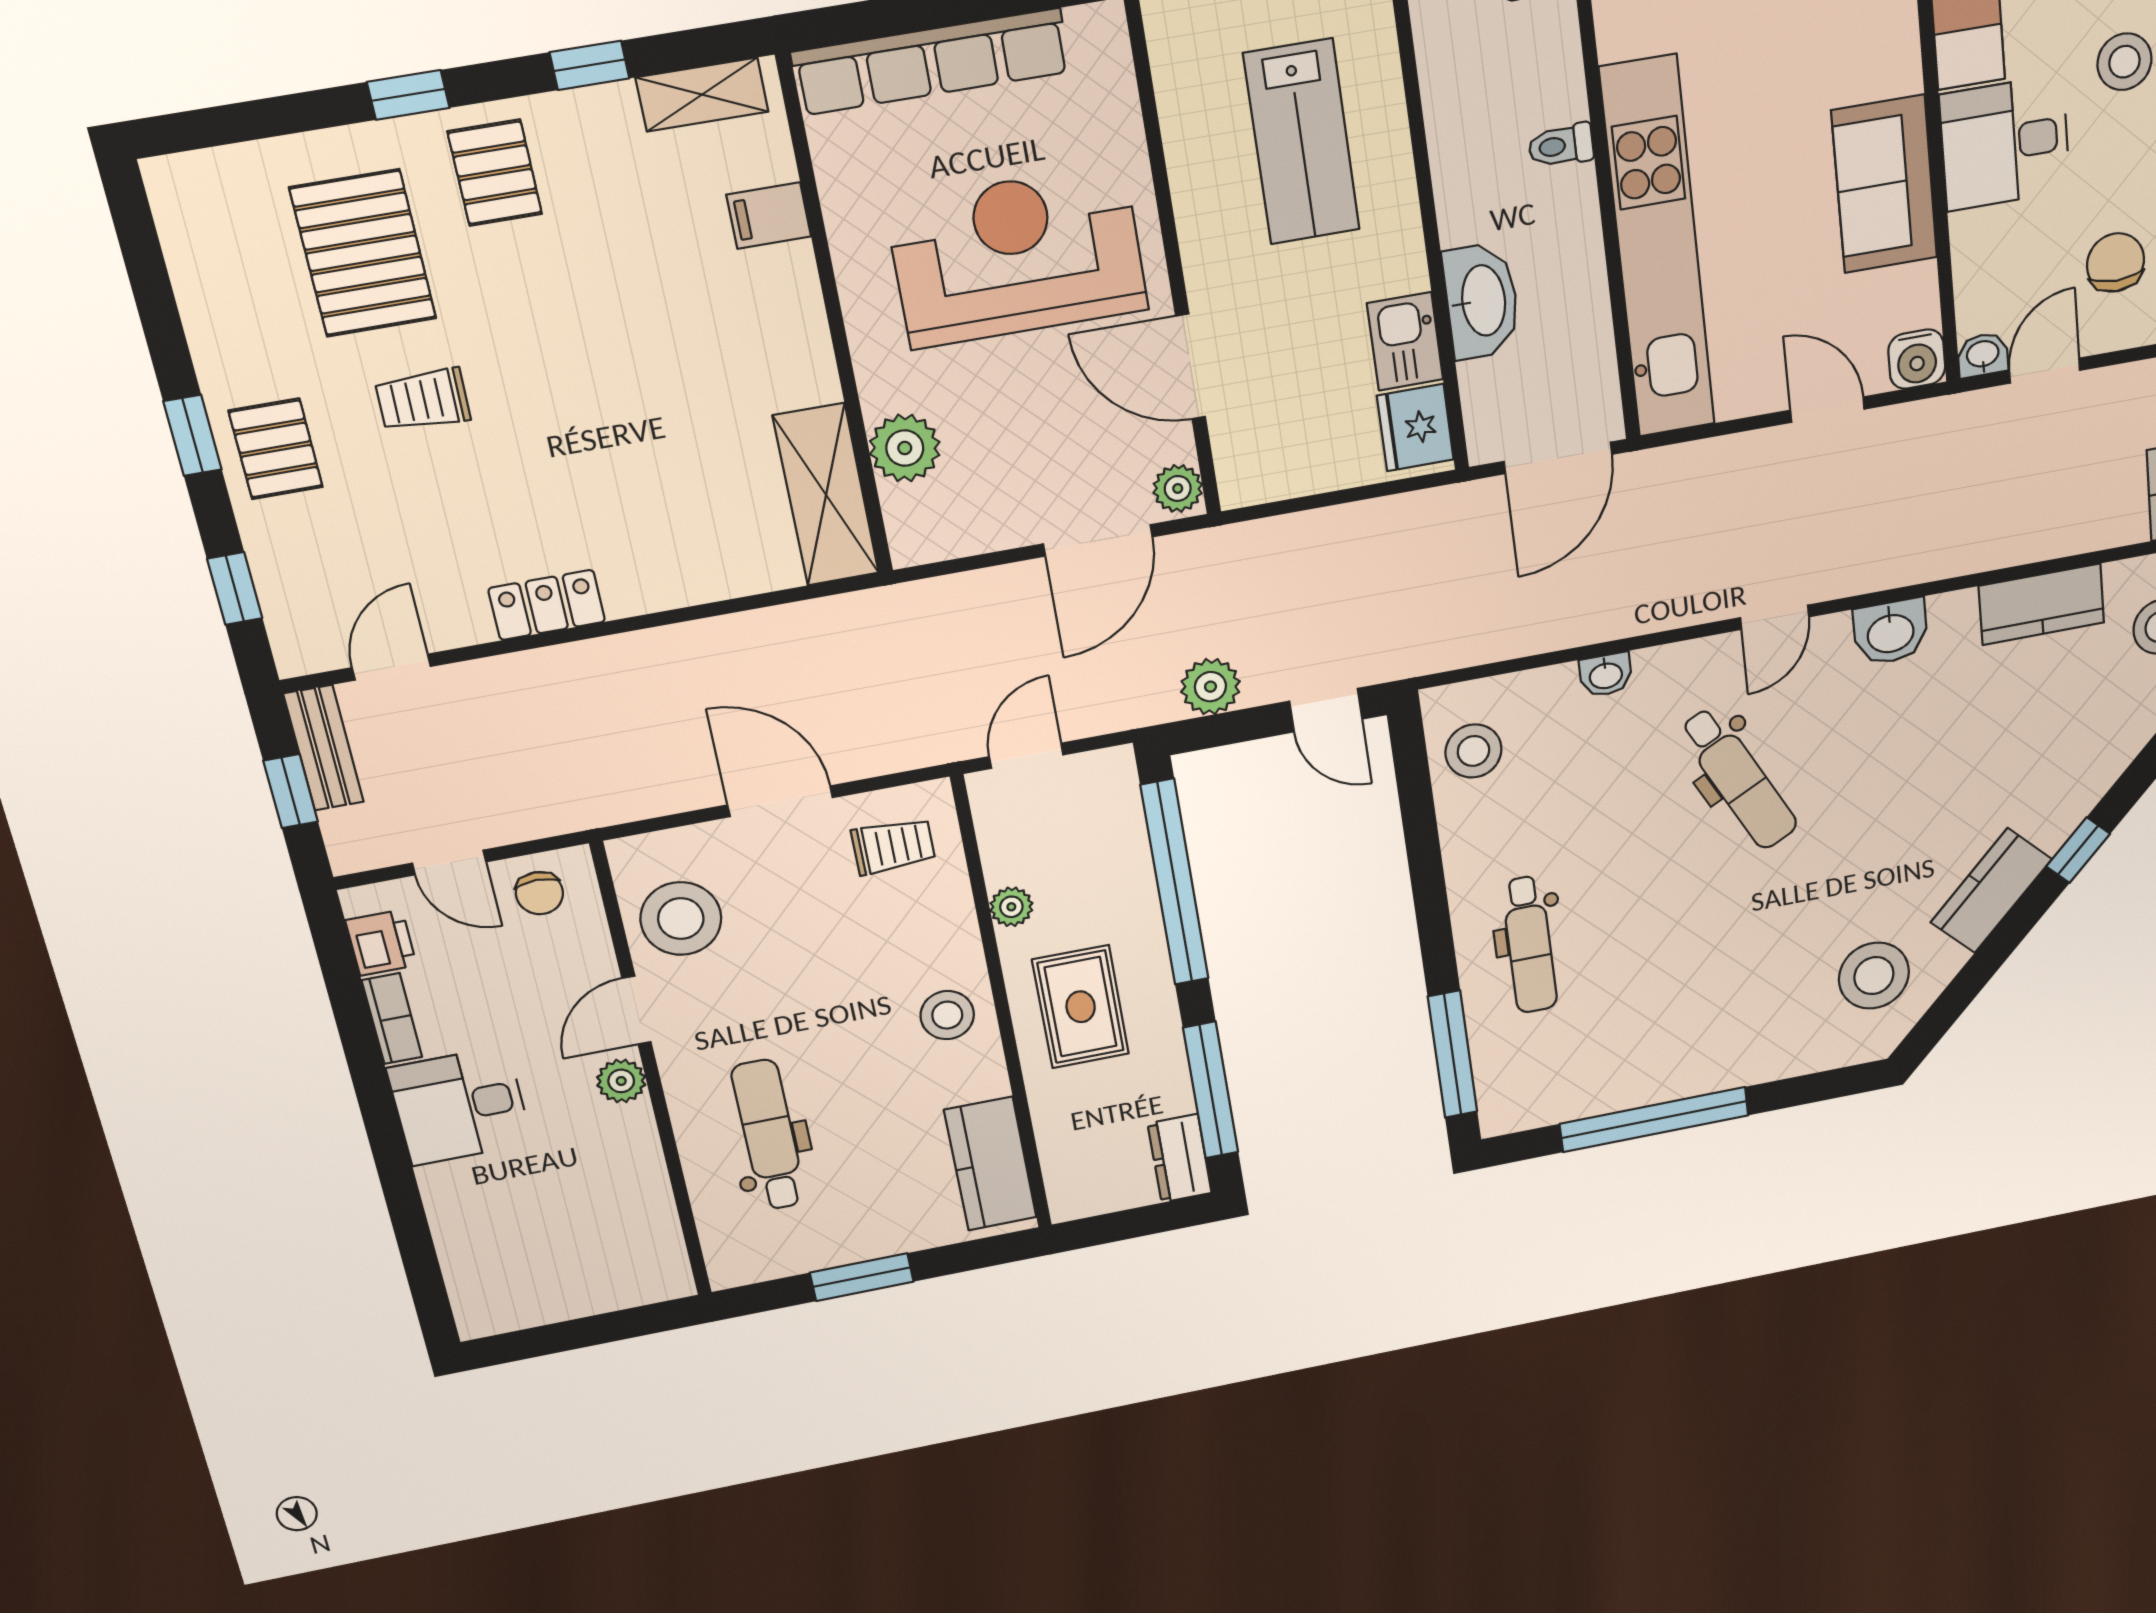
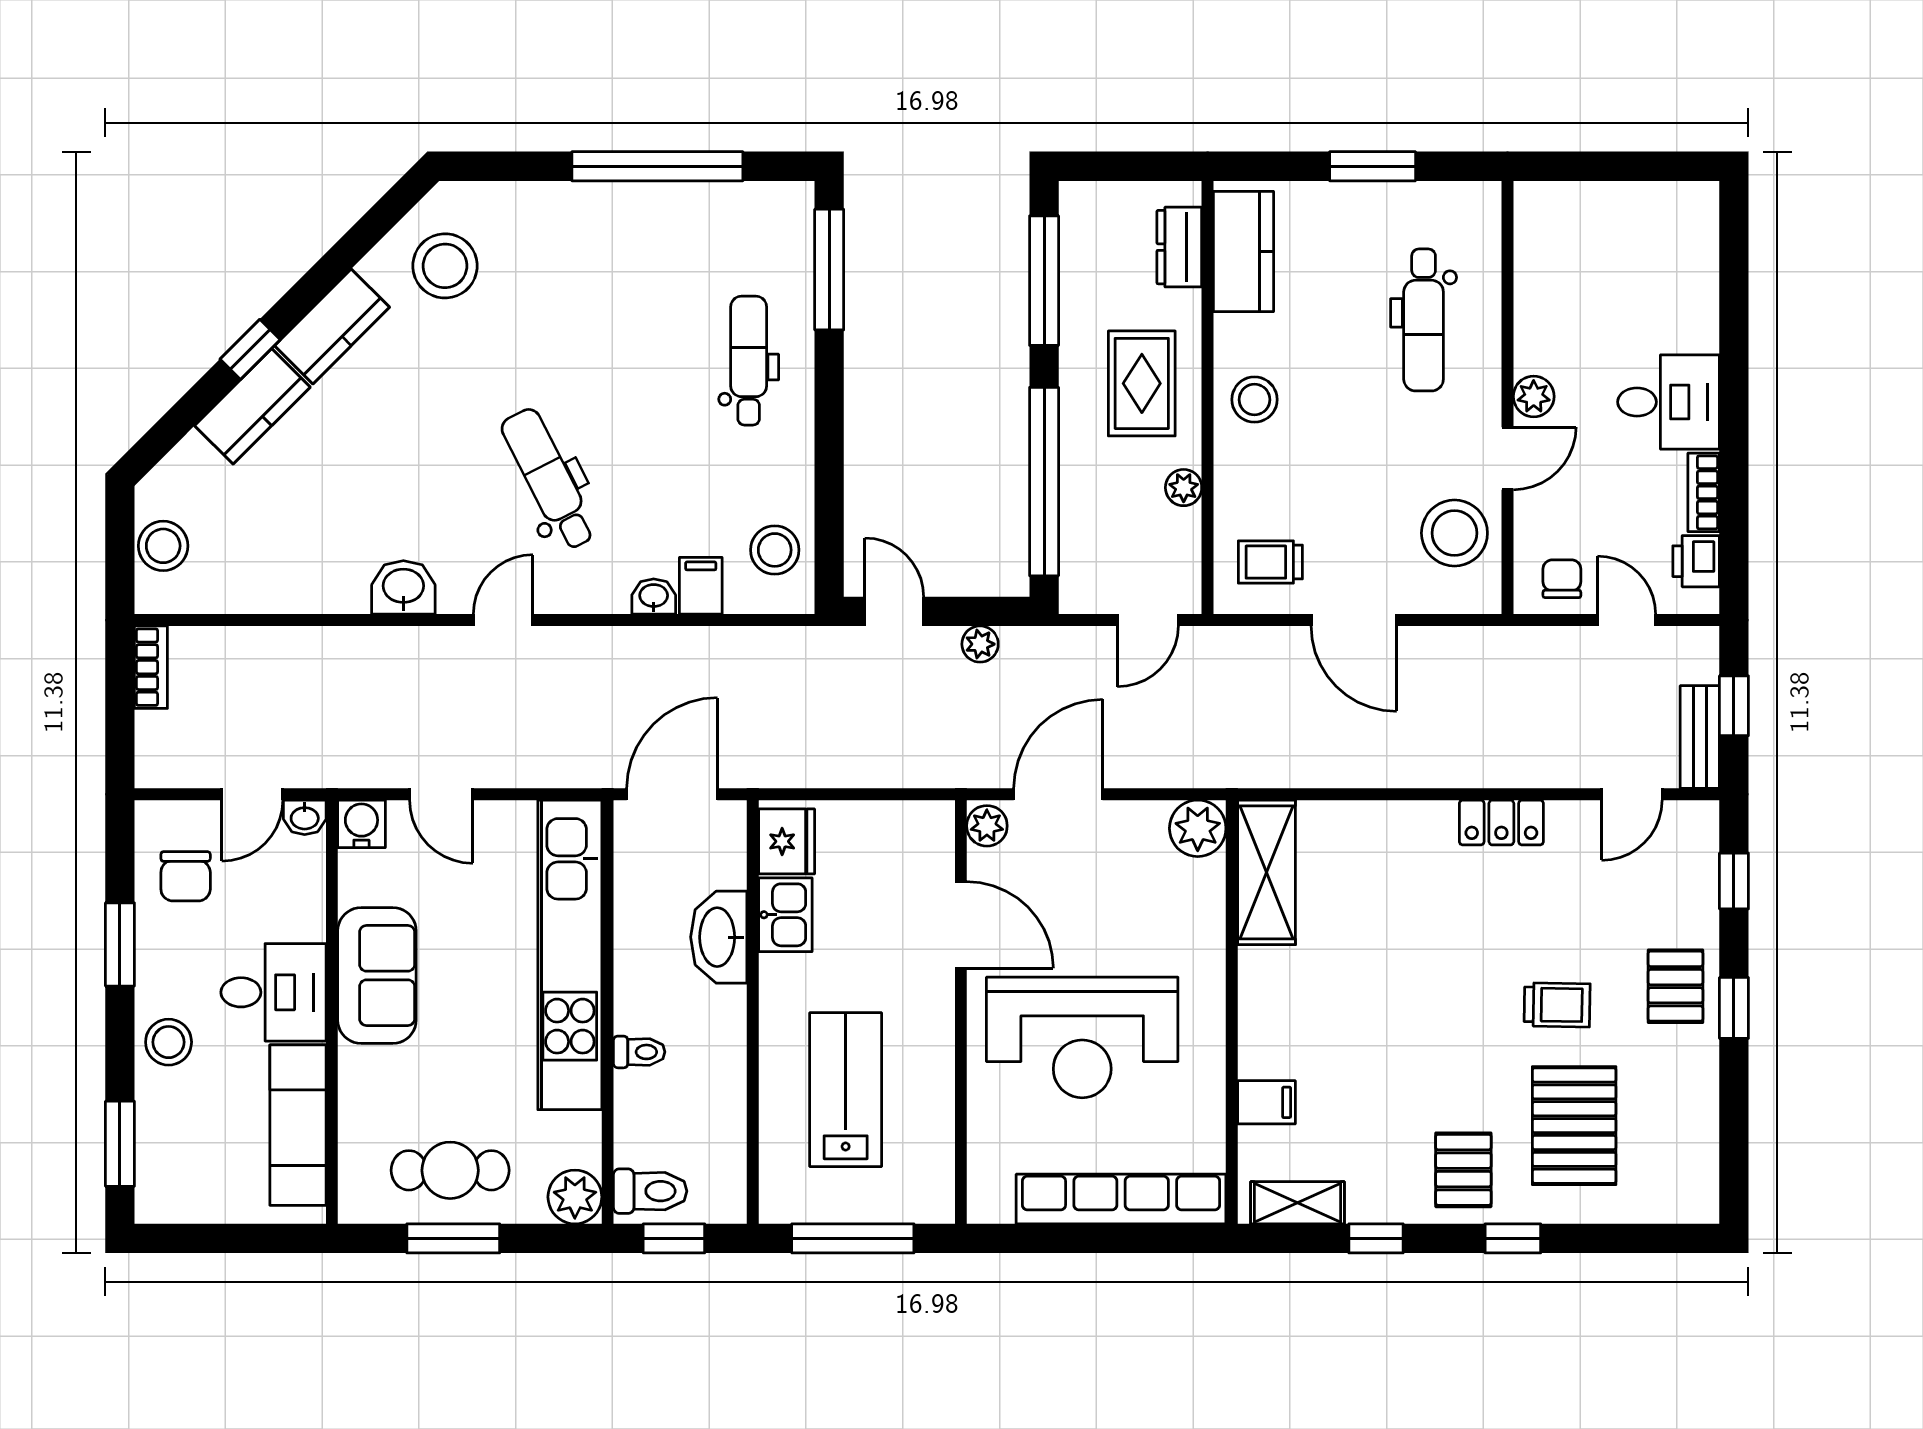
plant: (905, 448) -> (1198, 828), moved
kitchen counter: (2041, 604) -> (252, 406), moved, turned 135
plant: (1210, 687) -> (980, 644), width x0.73, depth x0.73
filing cabinet: (1553, 696) -> (701, 586), added
dresser: (1180, 1158) -> (1179, 247), moved, turned 180

